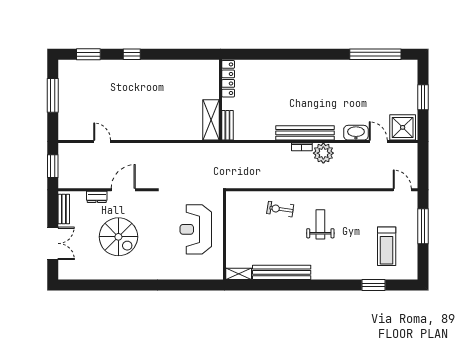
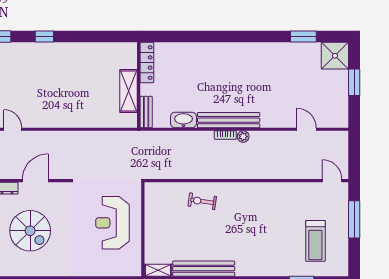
window: (375, 54) -> (303, 36), width x0.47
shelving: (211, 120) -> (129, 91), moved
shower: (403, 127) -> (335, 56), moved
washbasin: (356, 133) -> (183, 120), moved
plant: (323, 153) -> (243, 137), width x0.53, depth x0.53
weight bench: (320, 224) -> (245, 218), removed

